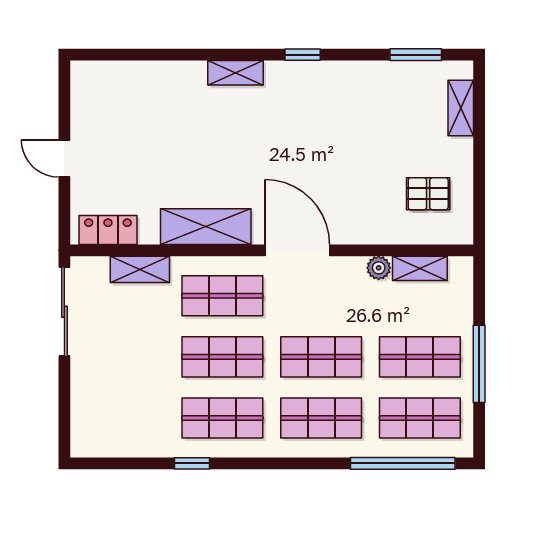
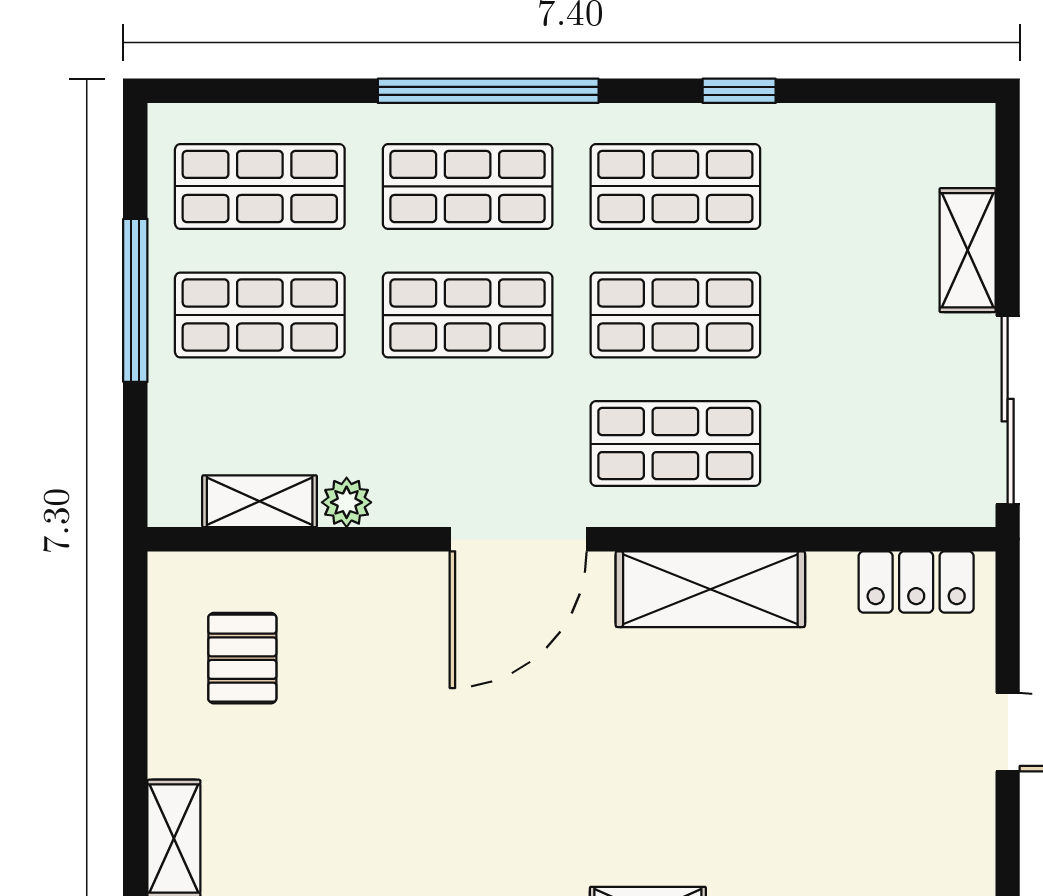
pallet: (428, 194) -> (242, 658), turned 90
door: (297, 250) -> (518, 539), hinge flipped
shelving: (140, 269) -> (968, 250), moved, turned 90
window: (403, 463) -> (488, 91), moved

